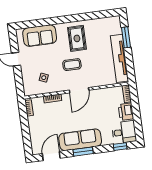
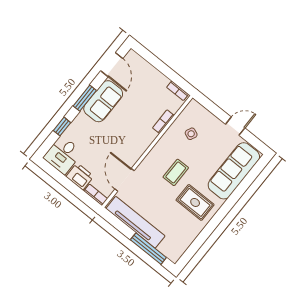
sofa: (40, 36) -> (234, 171), width x1.36
window: (126, 37) -> (148, 249), width x1.44
door: (79, 90) -> (124, 180), moved
sofa: (80, 140) -> (103, 101), width x0.73
window: (120, 147) -> (62, 127), moved

